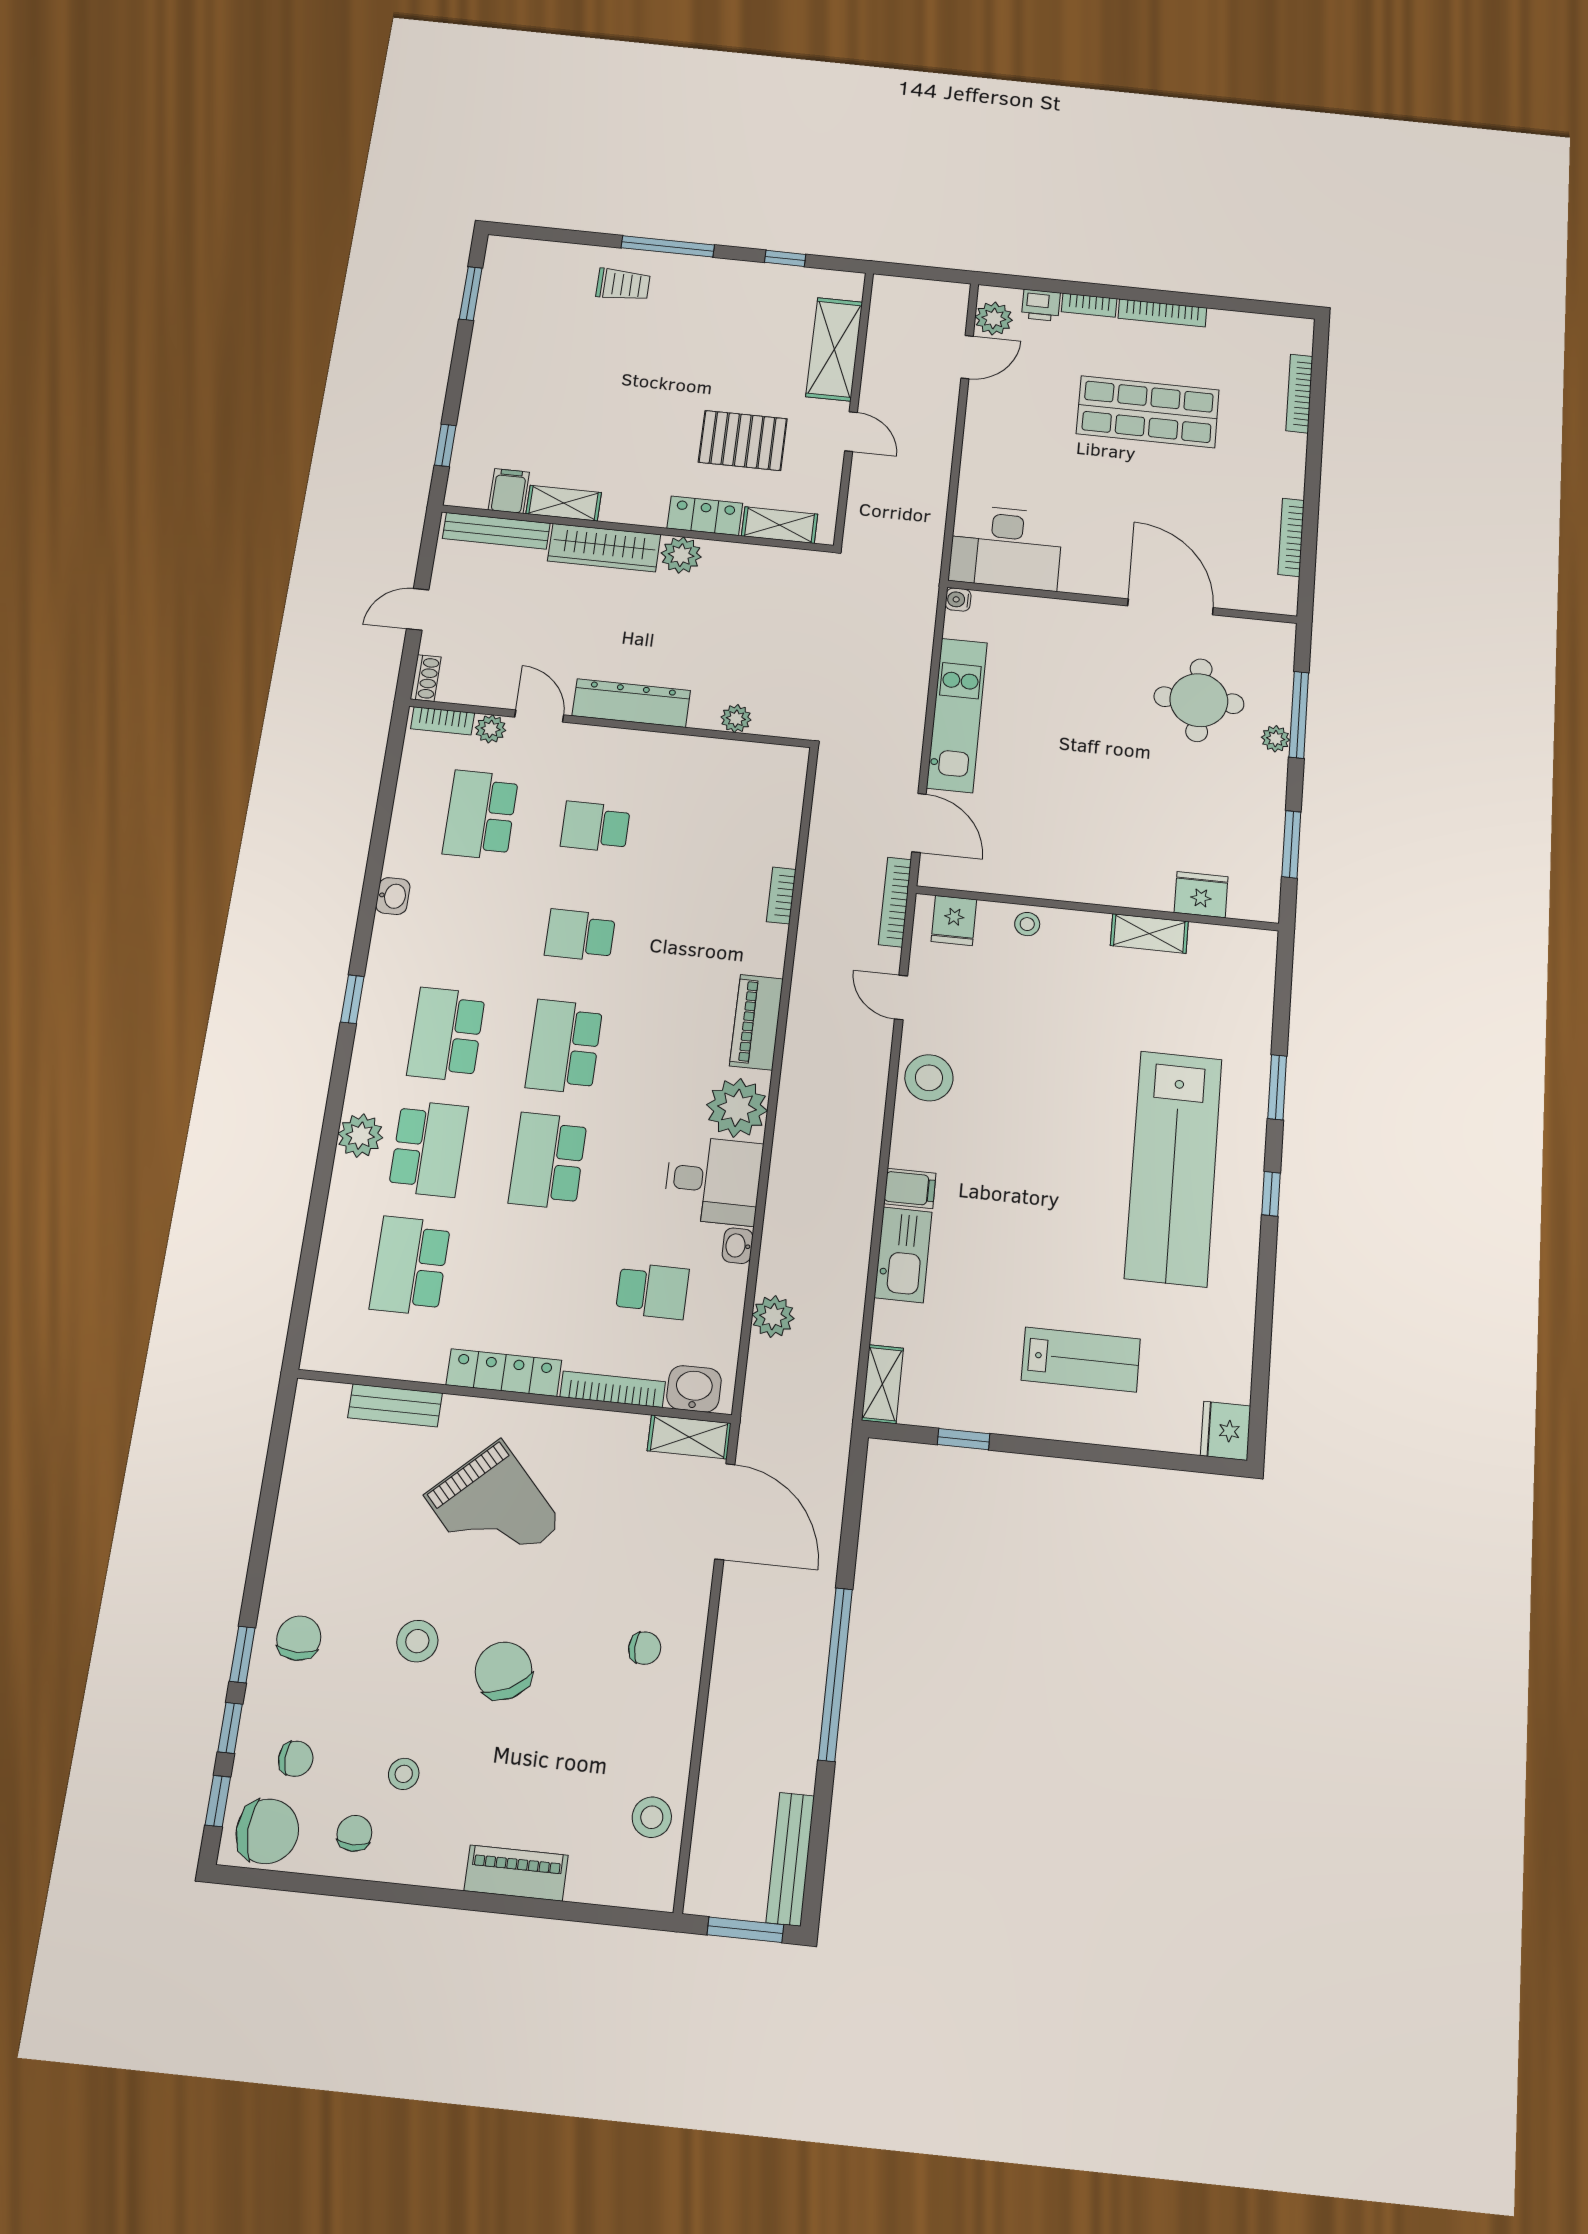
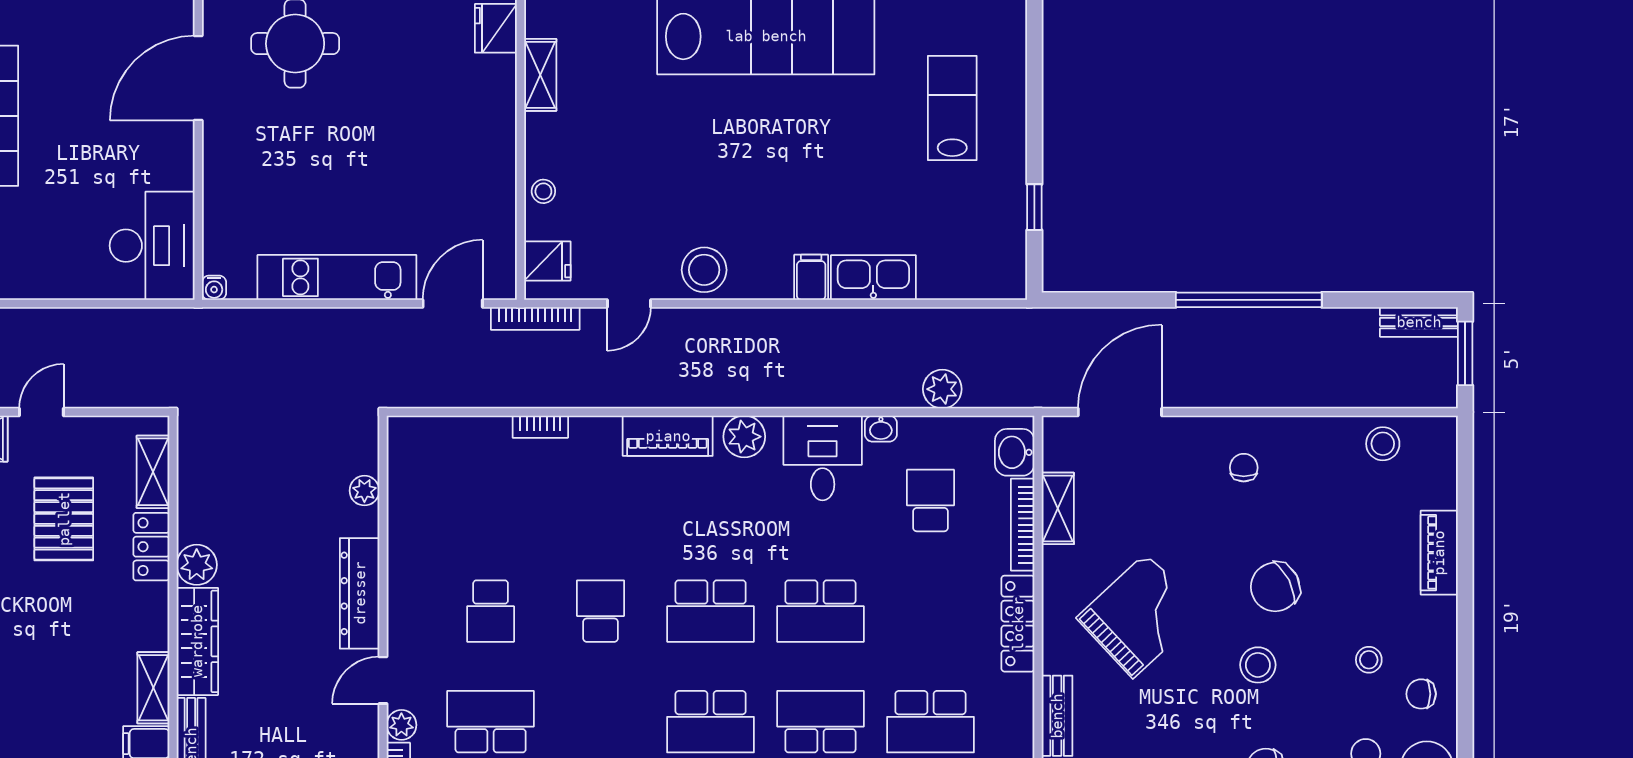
school desk: (481, 815) -> (491, 722), turned 180
school desk: (580, 935) -> (601, 611), turned 180
plant: (737, 1108) -> (744, 437), width x0.73, depth x0.73
shelving: (882, 1384) -> (993, 284), removed
shelving: (689, 1437) -> (1058, 508), moved
bench: (790, 1859) -> (1419, 322), width x0.73

